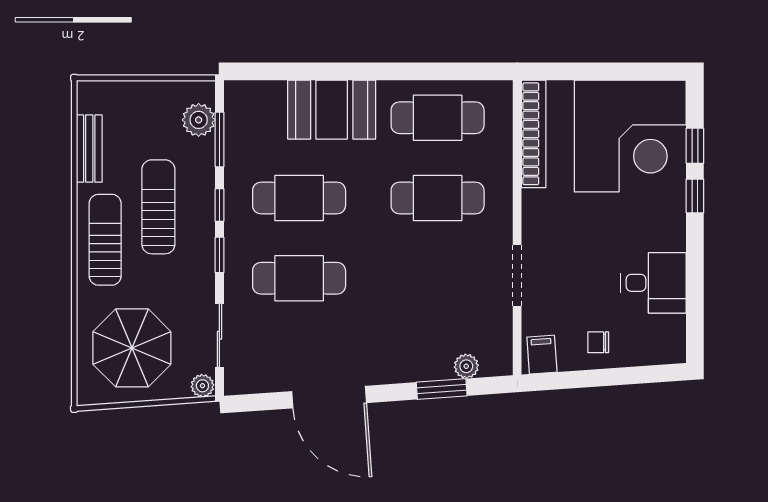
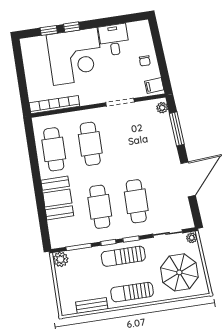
plant: (199, 120) -> (61, 259), moved
corner desk: (630, 136) -> (75, 56), moved, turned 90
sun lounger: (158, 207) -> (123, 256), moved
plant: (466, 366) -> (162, 108), moved
window: (442, 389) -> (177, 129), width x1.44

